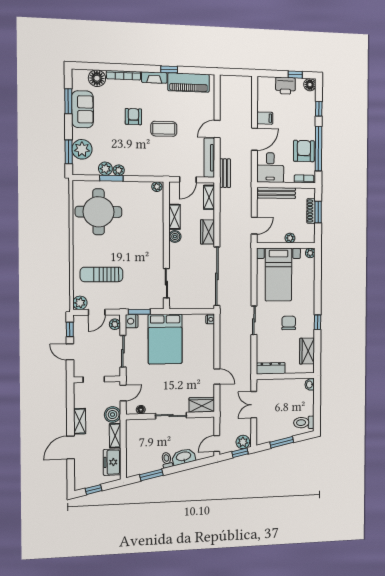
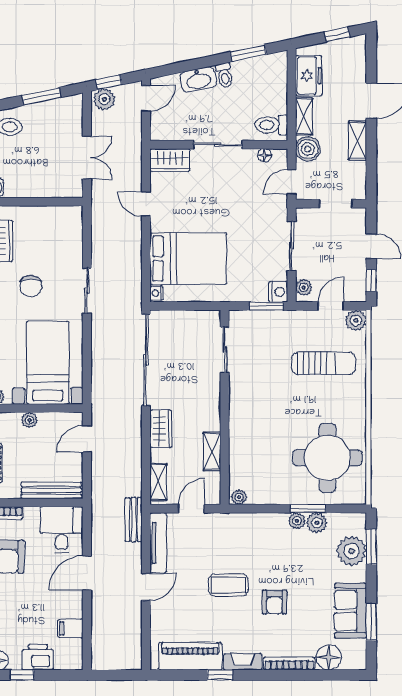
filing cabinet: (265, 118) -> (70, 629), moved
boiler: (175, 236) -> (211, 421), removed
bed: (165, 339) -> (188, 259), moved, turned 90
dresser: (271, 368) -> (60, 215), removed
toilet: (136, 429) -> (271, 125), added

